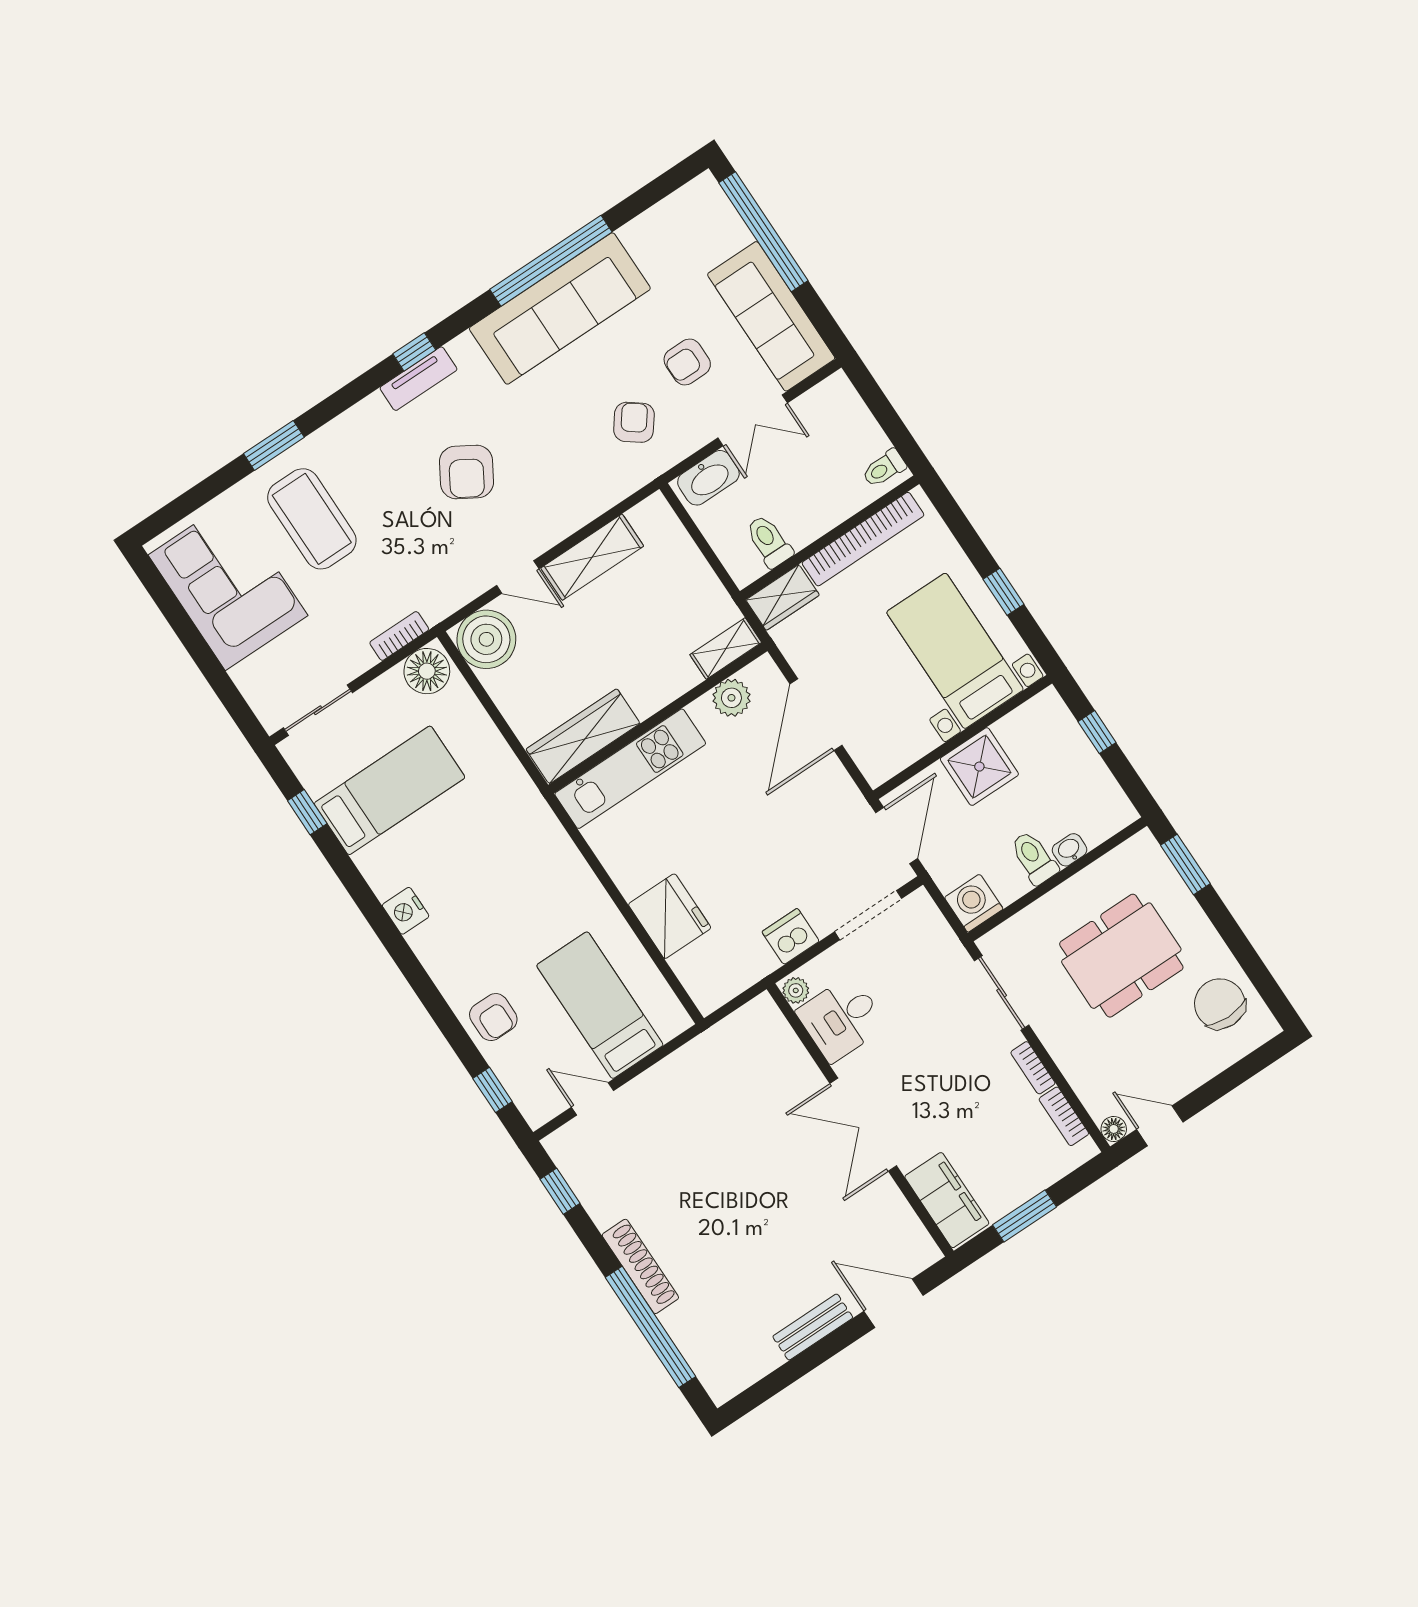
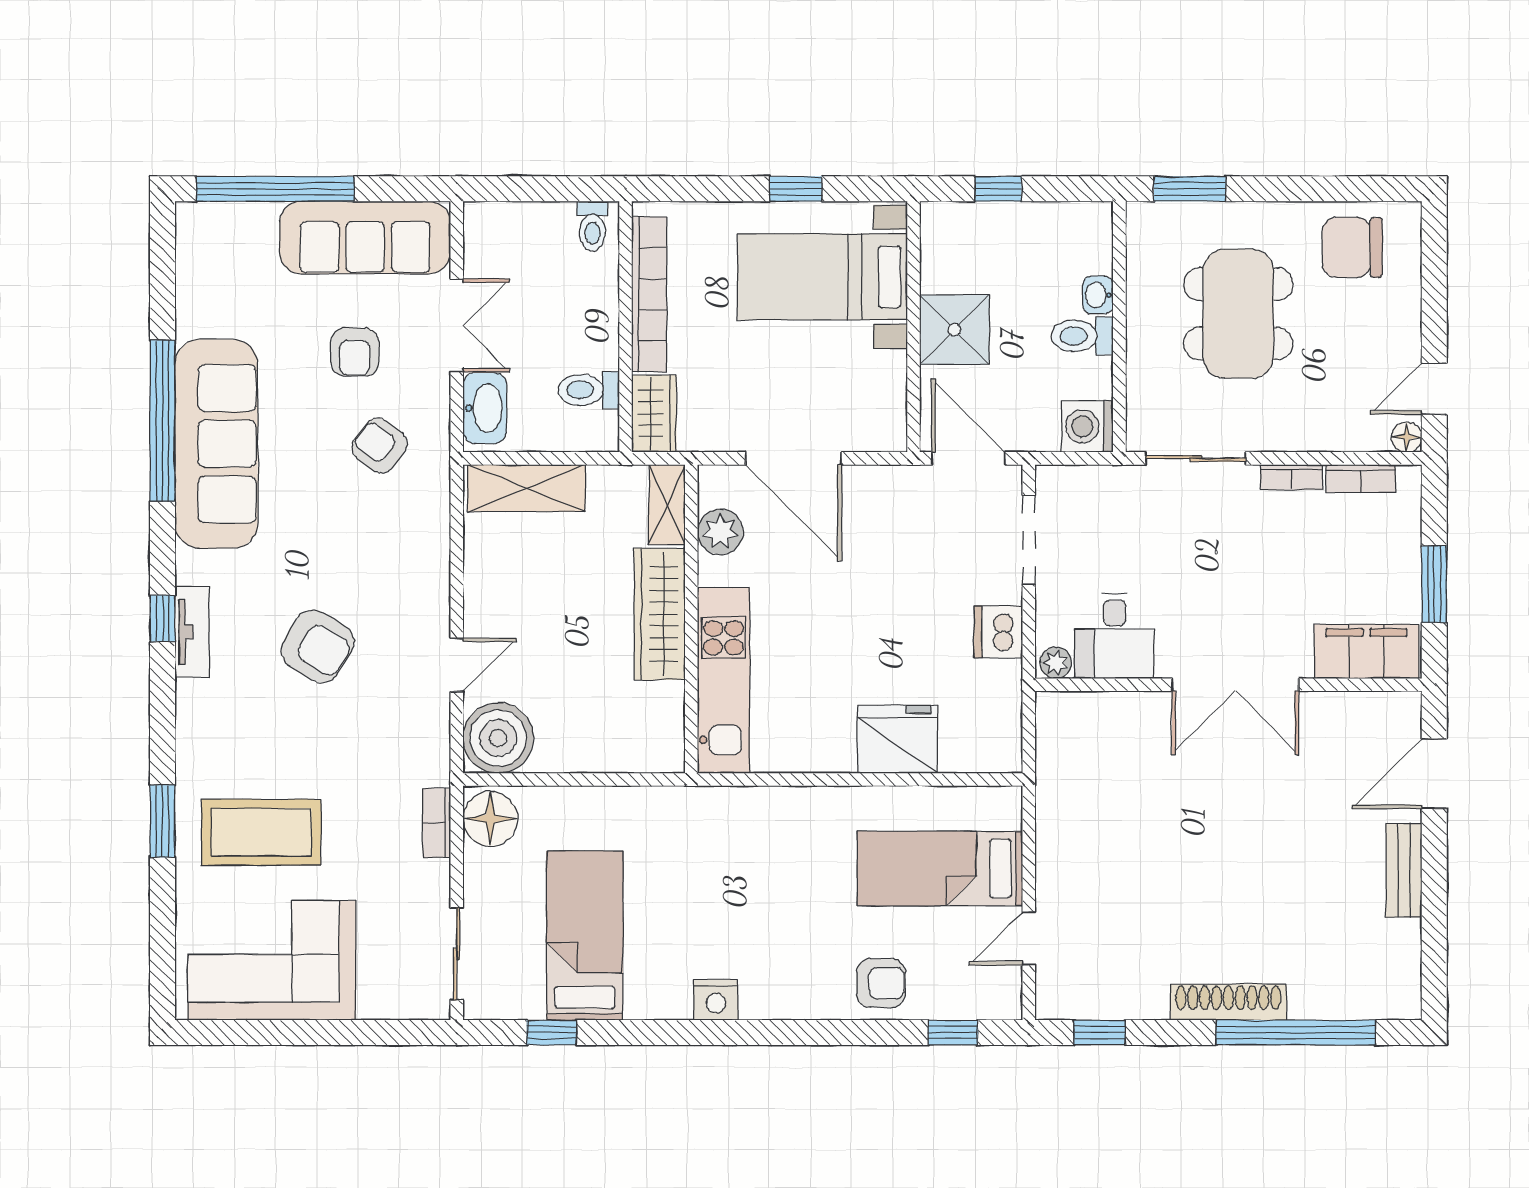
shelving: (592, 557) -> (526, 488), moved, turned 90
wardrobe: (583, 736) -> (660, 614), moved

